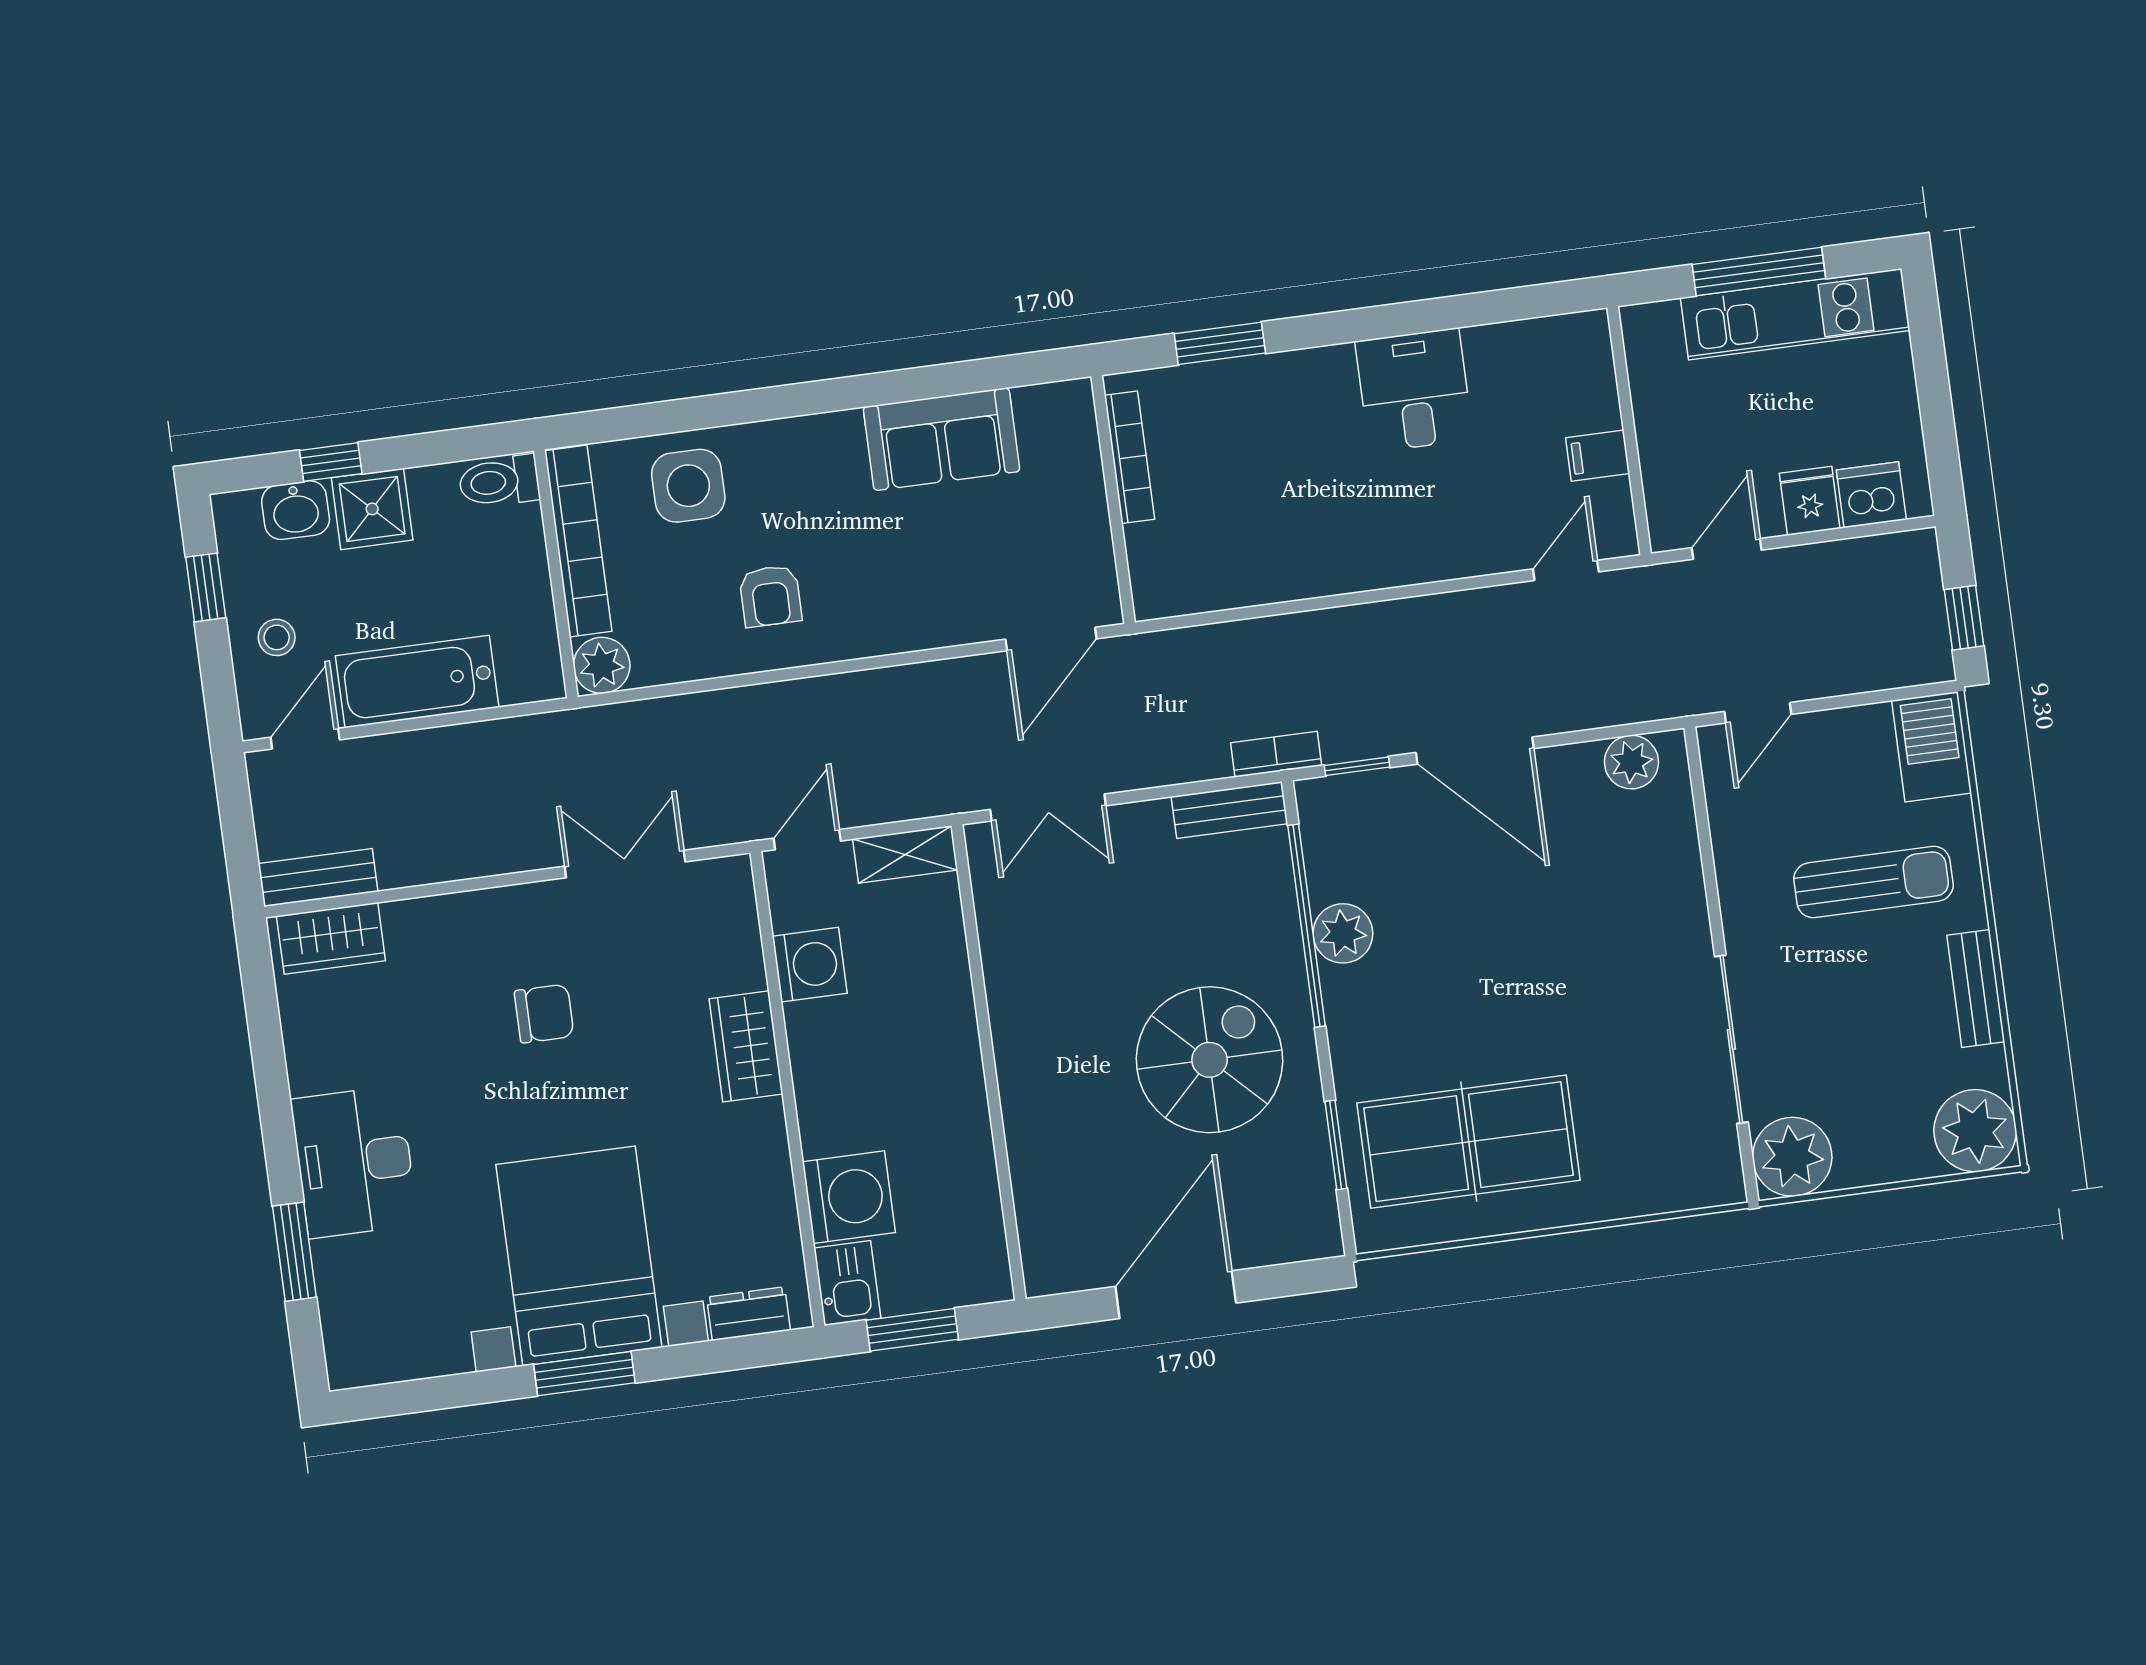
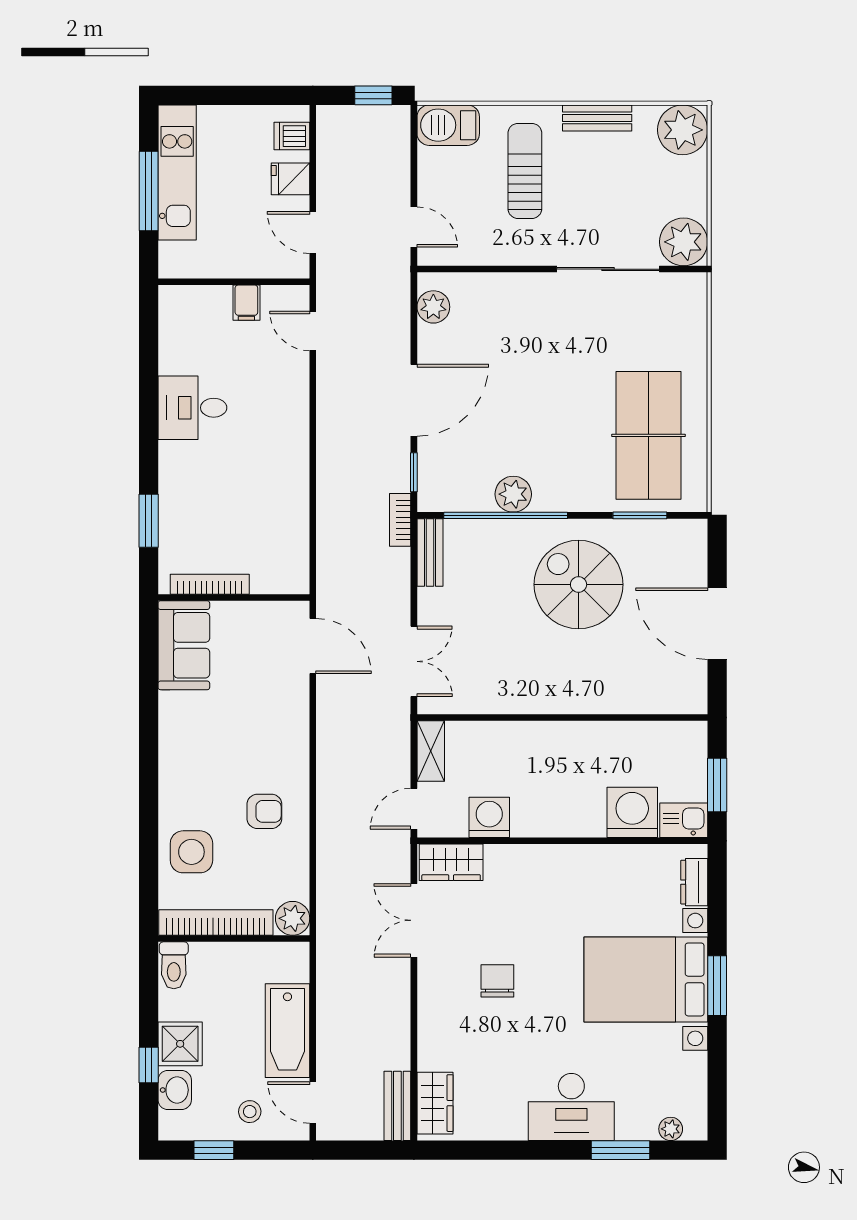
sofa: (942, 439) -> (184, 645), moved
dishwasher: (1871, 495) -> (292, 136), width x0.73
door: (807, 840) -> (414, 809), hinge flipped
wardrobe: (746, 1046) -> (451, 862), moved
plant: (340, 1329) -> (671, 1129), added

